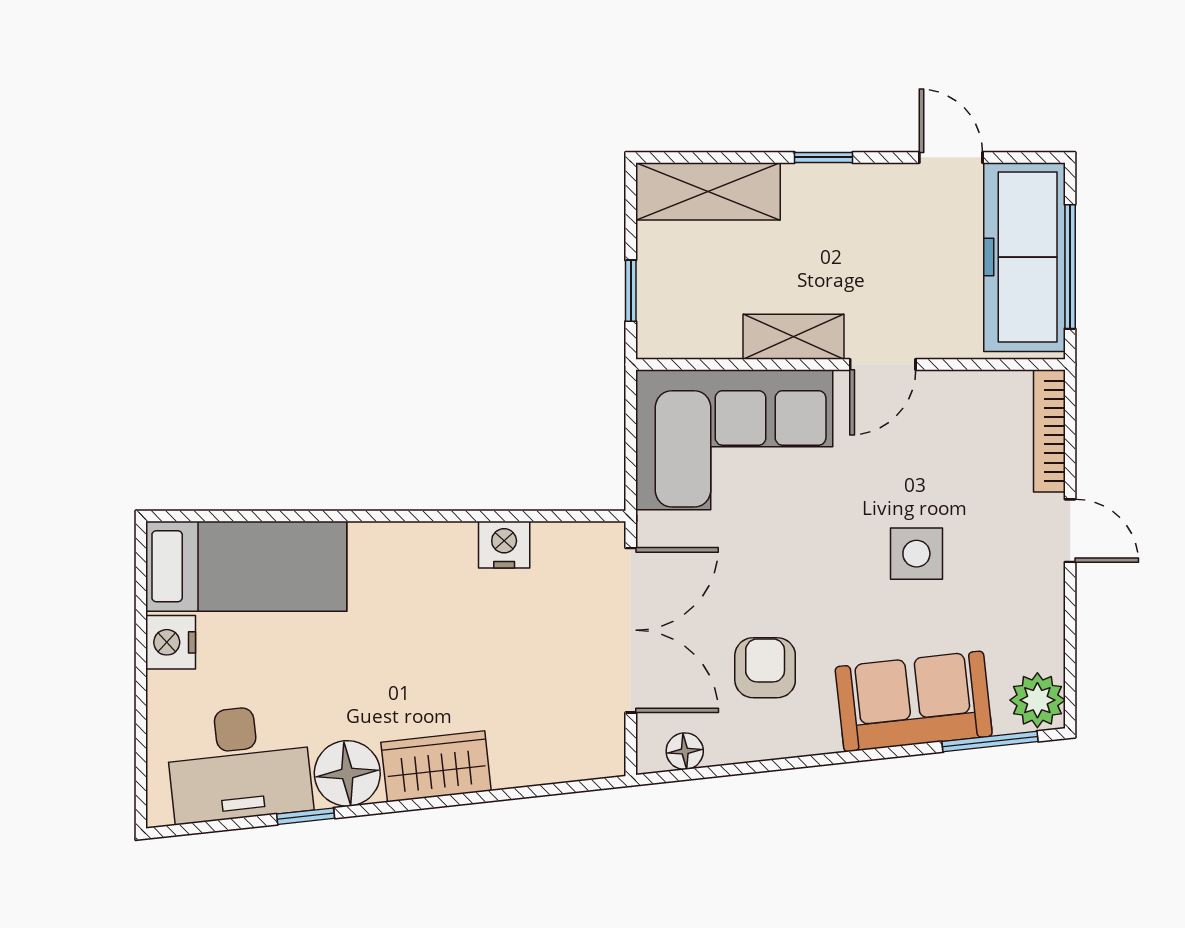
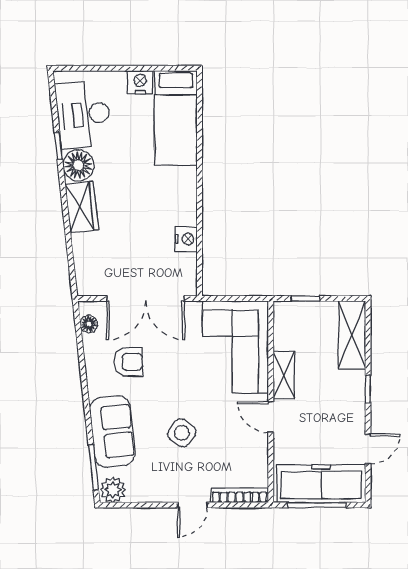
side table: (916, 554) -> (182, 433), turned 36

